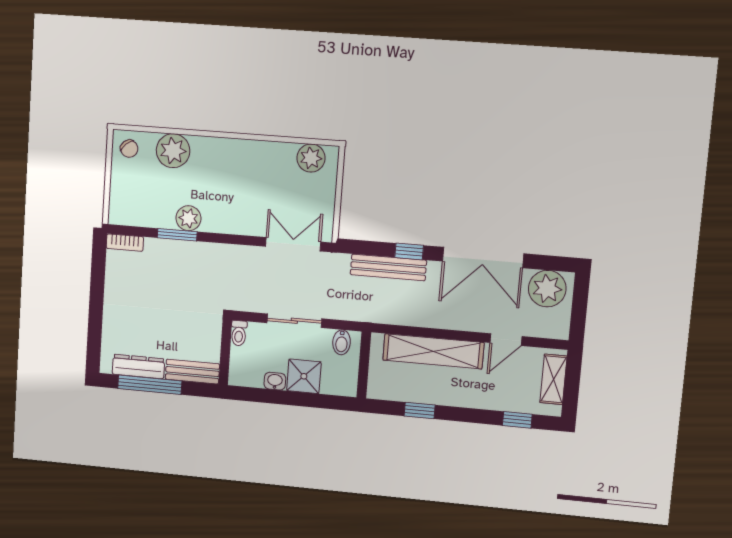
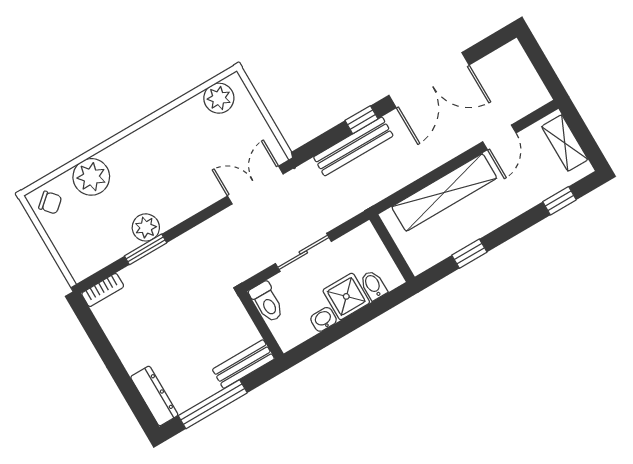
plant: (547, 289) -> (503, 68), removed
toilet: (239, 333) -> (267, 302), width x1.37, depth x1.39
bidet: (342, 342) -> (373, 285), moved, turned 180
dresser: (138, 366) -> (154, 396), moved, turned 90

